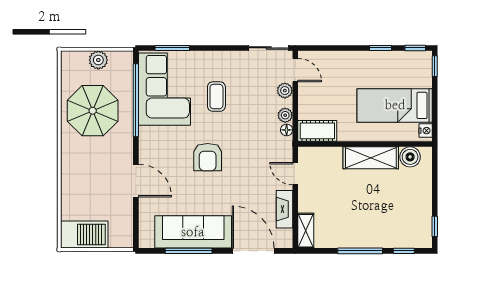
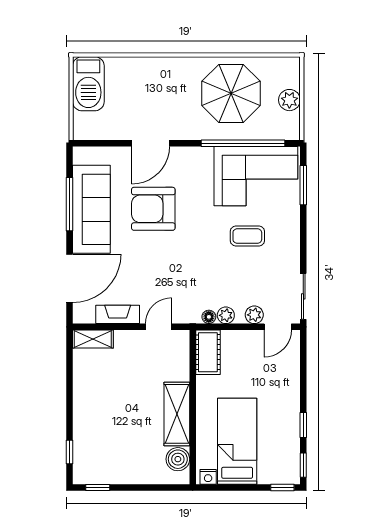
armchair: (208, 157) -> (153, 209), moved, width x1.36, depth x1.36
window: (360, 251) -> (70, 402), removed

